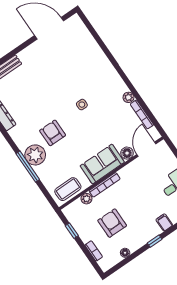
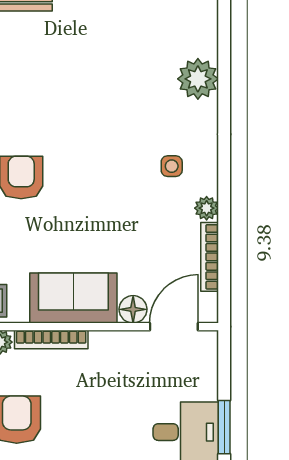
plant: (93, 52) -> (198, 79), added
side table: (82, 105) -> (172, 166), moved

